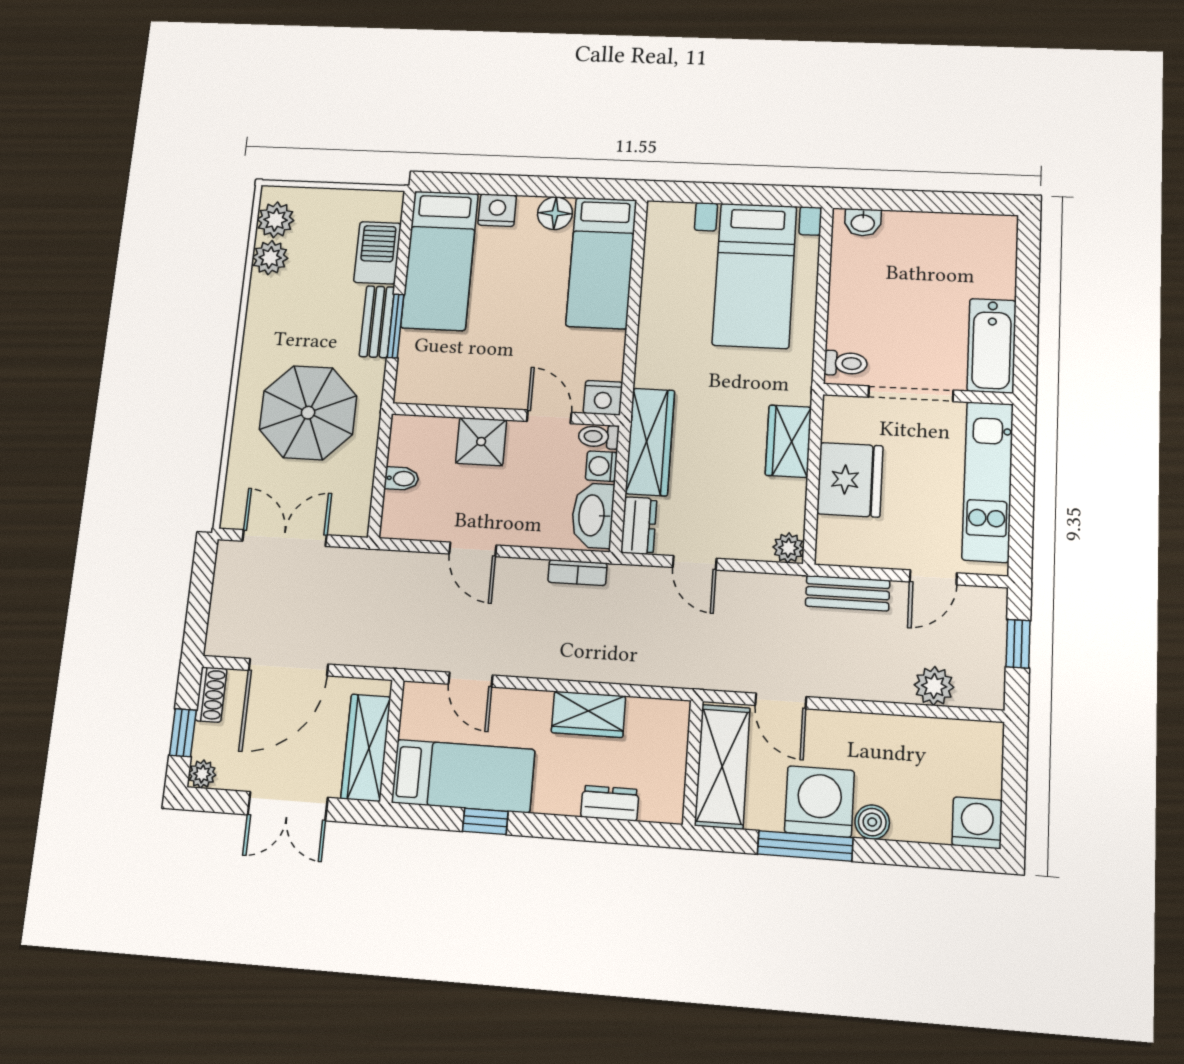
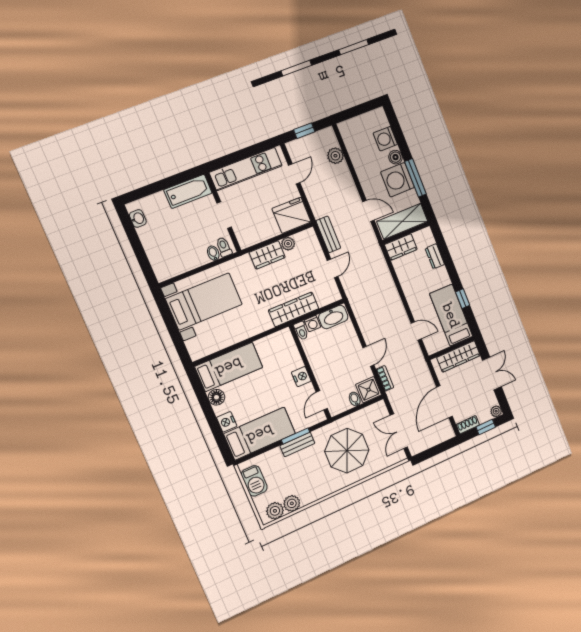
washbasin: (863, 222) -> (138, 218), moved
barbecue: (377, 253) -> (254, 481), moved, turned -90
bidet: (843, 337) -> (213, 253), added
doorway: (911, 394) -> (224, 215), width x0.73
nightstand: (603, 398) -> (301, 377), moved
door: (549, 417) -> (322, 400), moved
shower: (481, 442) -> (369, 390), moved
fridge: (850, 480) -> (292, 215), moved
dresser: (639, 526) -> (329, 297), removed
plant: (788, 548) -> (288, 244), moved
bookcase: (577, 573) -> (385, 378), moved
door: (933, 577) -> (294, 174), hinge flipped
bench: (848, 593) -> (328, 234), moved
door: (288, 667) -> (445, 402), swing flipped
door: (471, 680) -> (416, 331), hinge flipped
door: (781, 701) -> (368, 211), hinge flipped
wardrobe: (588, 714) -> (401, 247), moved, turned 90
washing machine: (977, 823) -> (385, 139), moved

